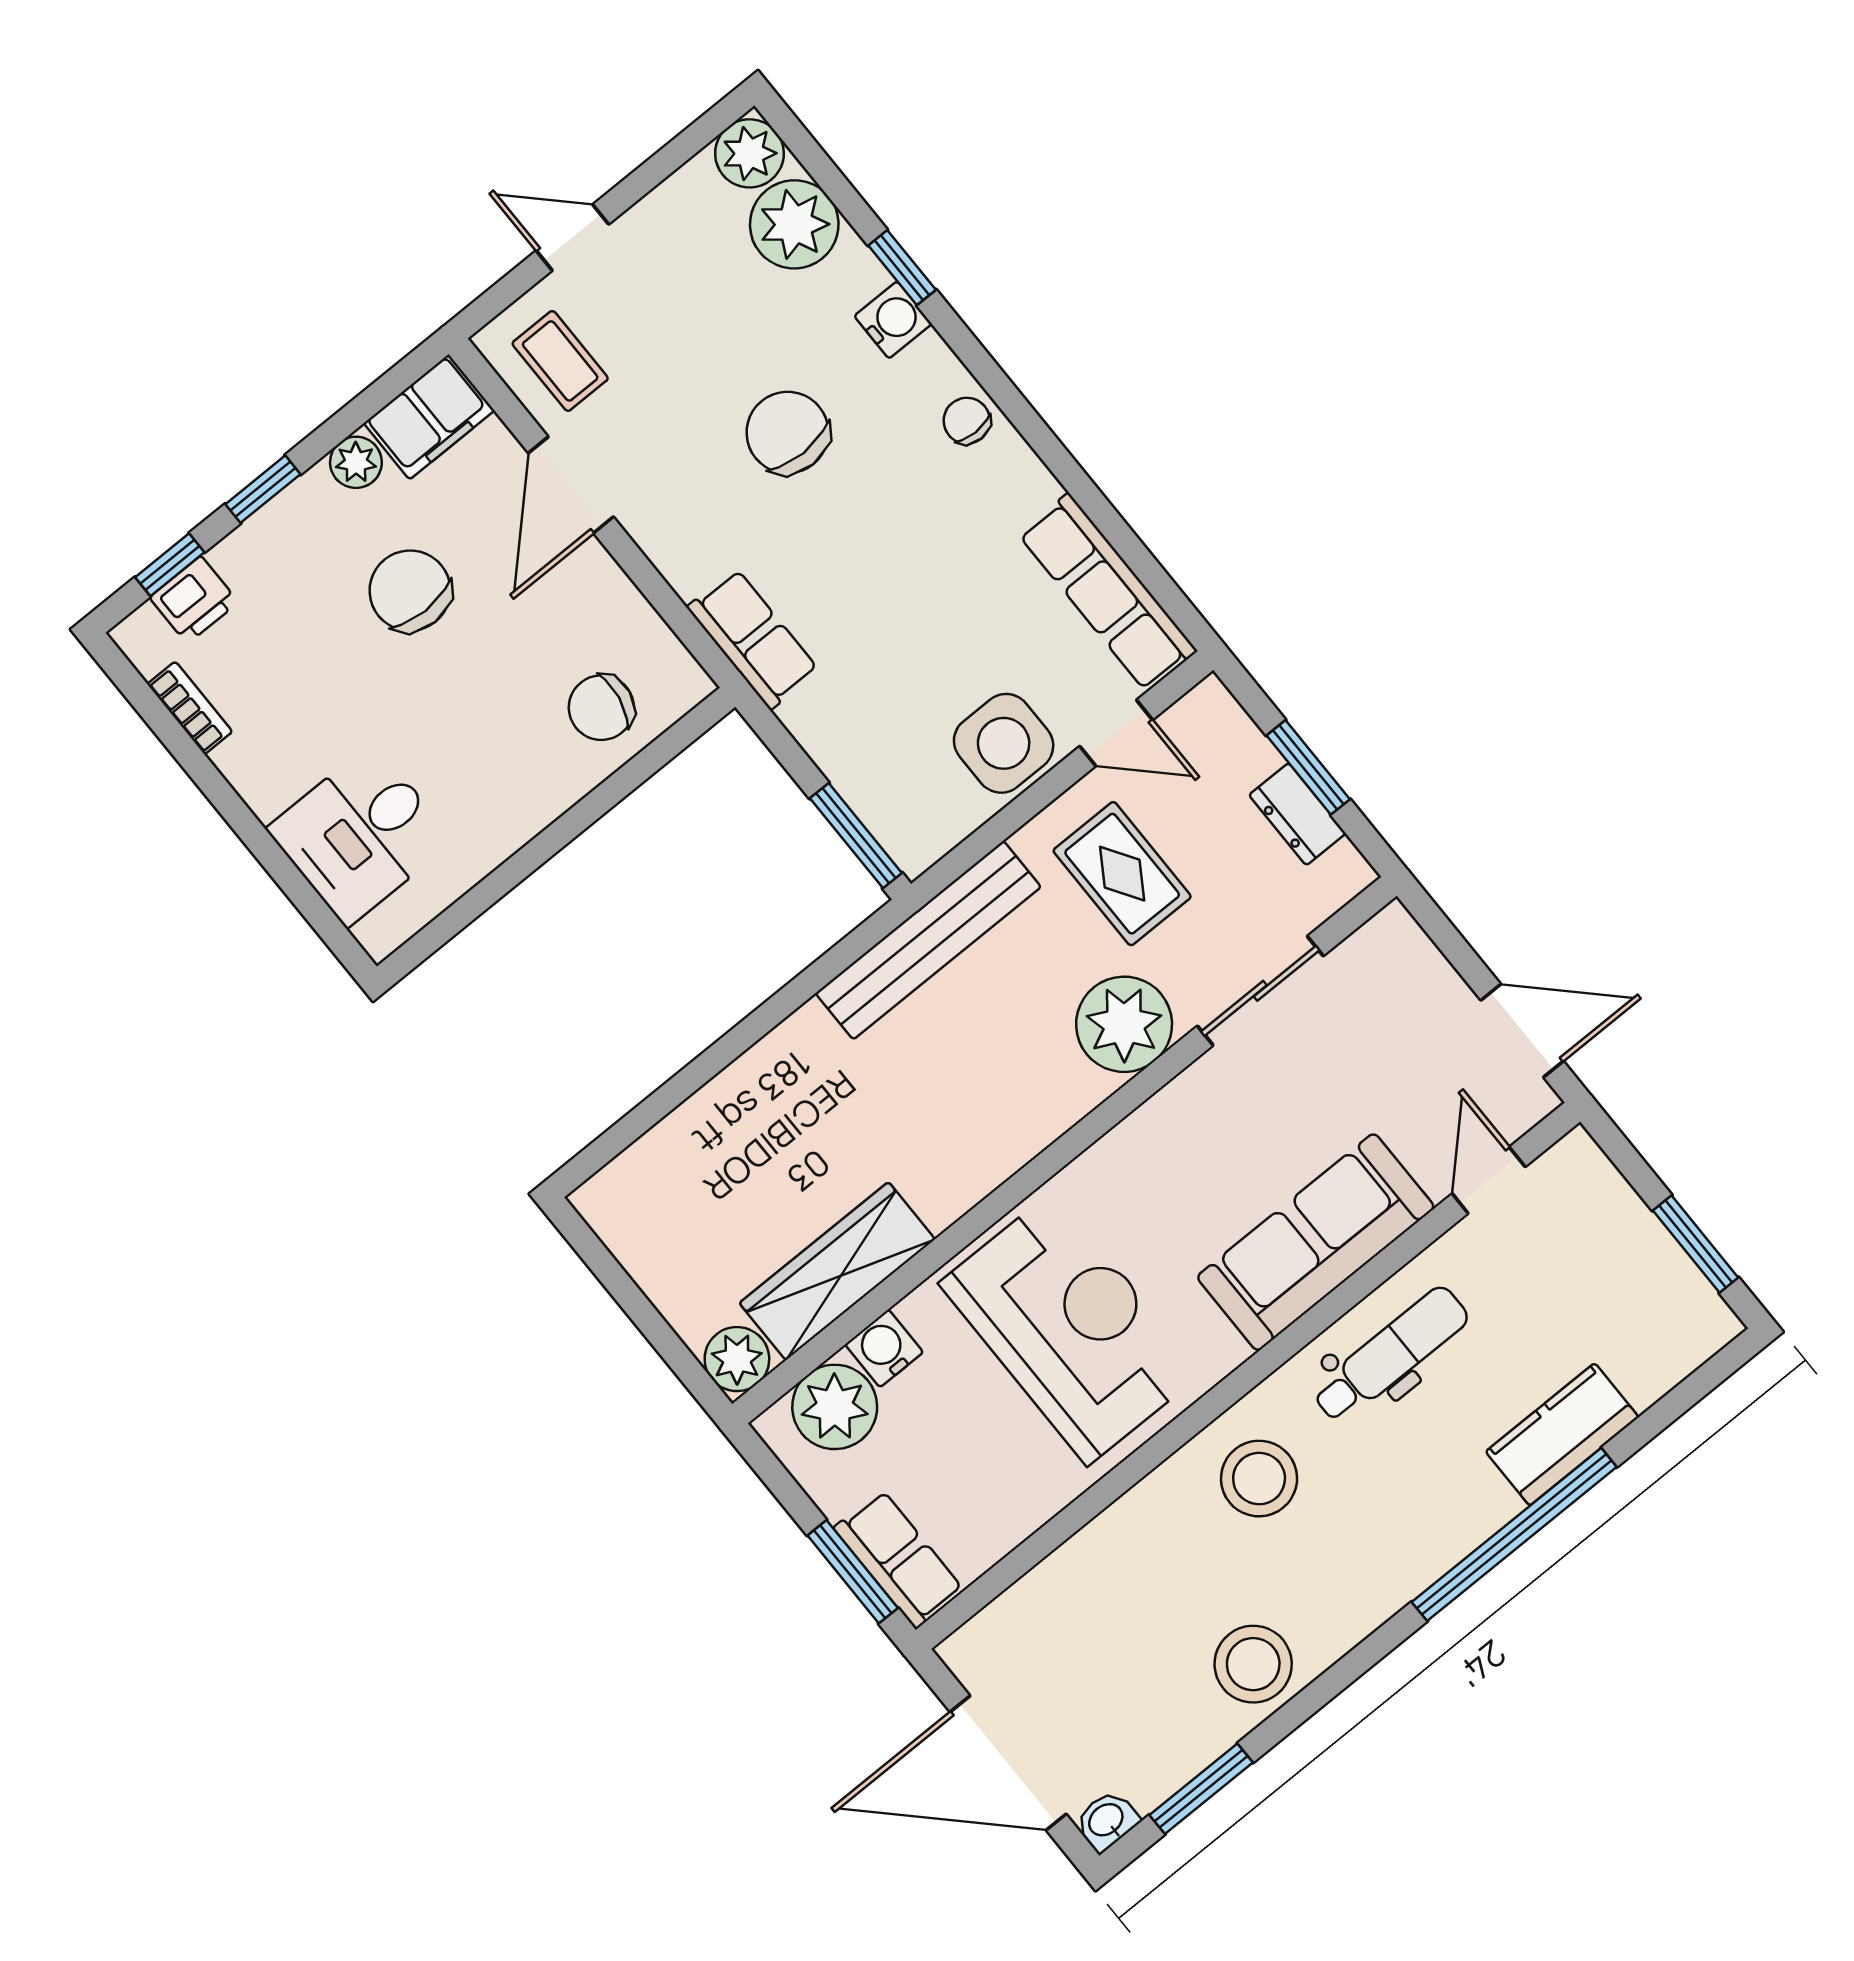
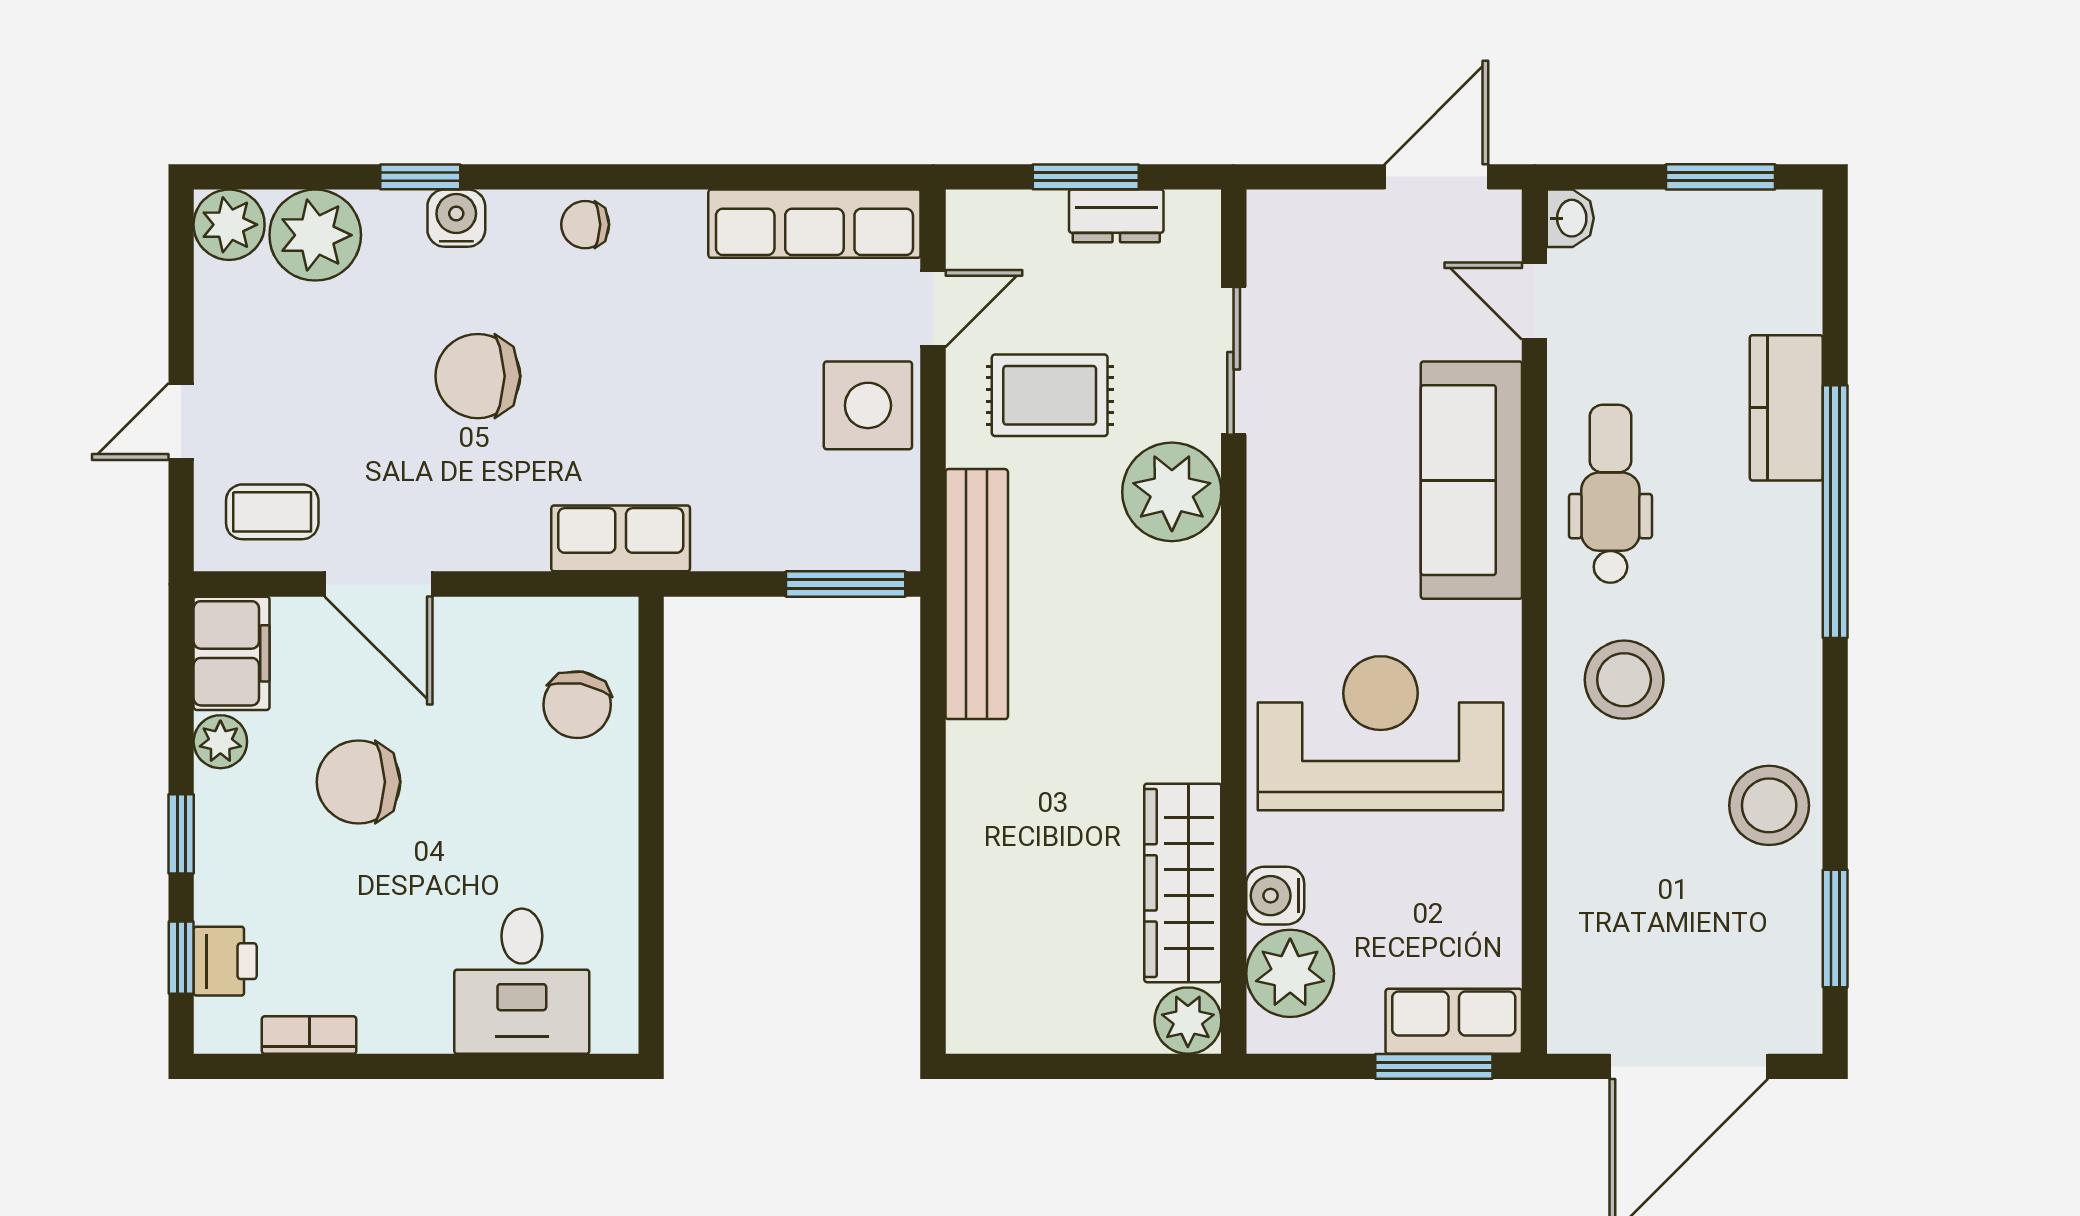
washbasin: (1107, 1821) -> (1570, 218), moved, turned 180

